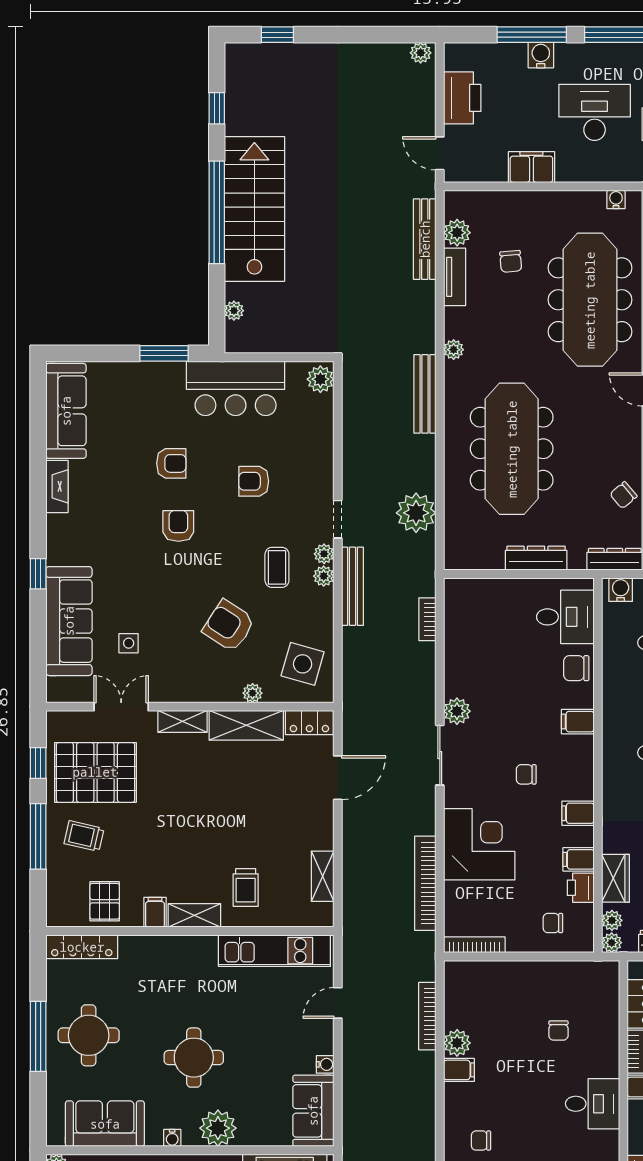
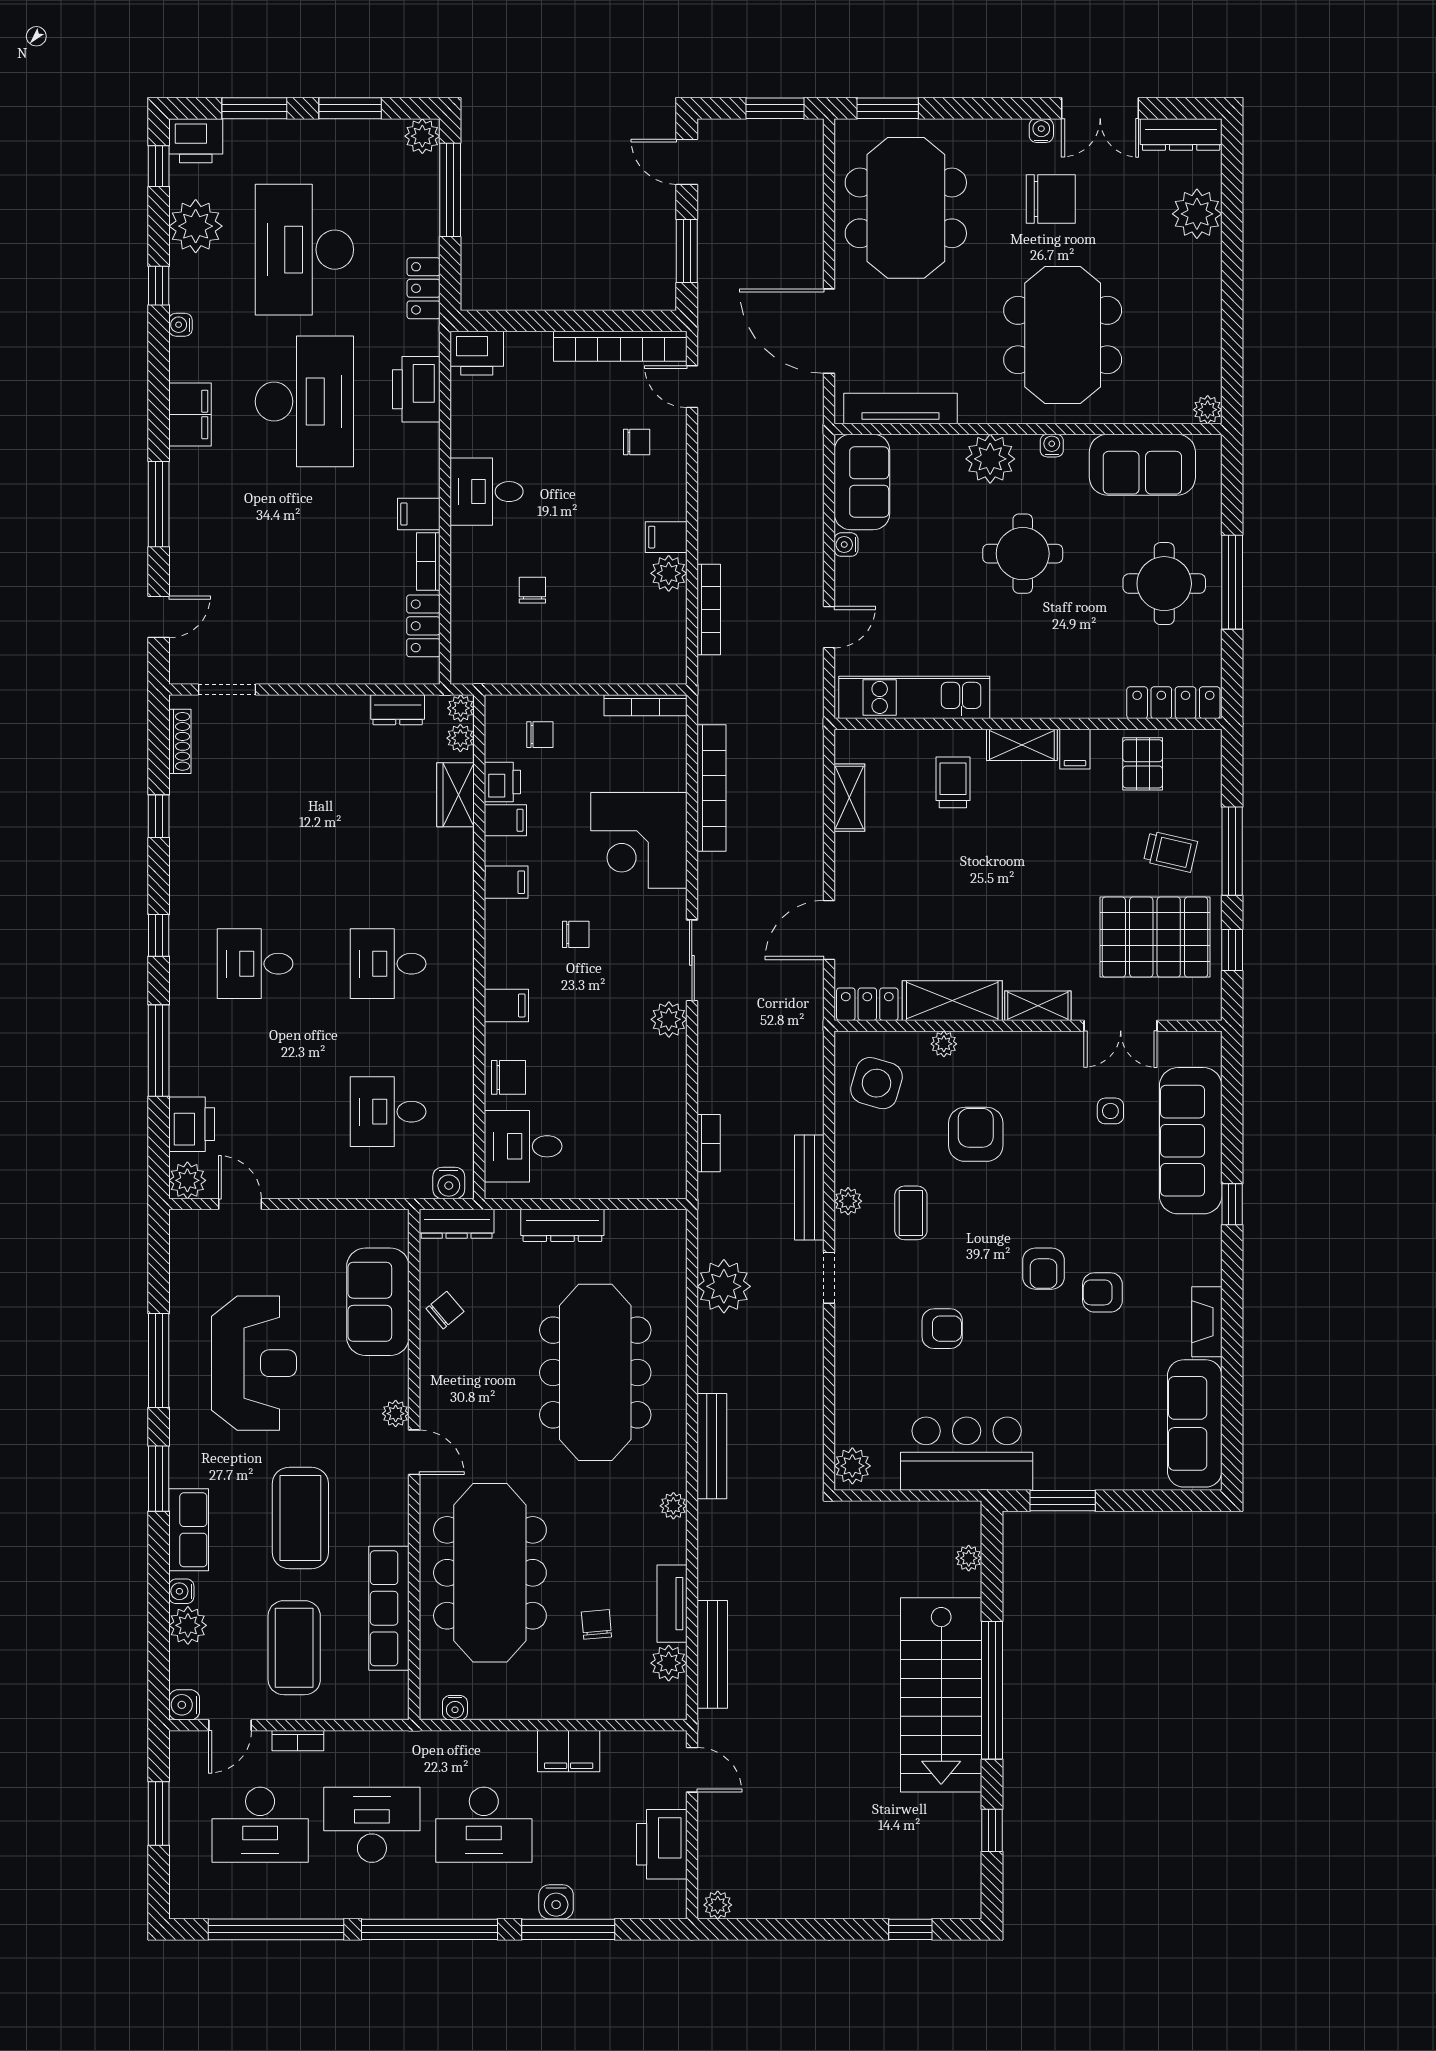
armchair: (171, 463) -> (1102, 1292), moved
plant: (324, 554) -> (848, 1231), removed
armchair: (229, 626) -> (976, 1134), turned -123

